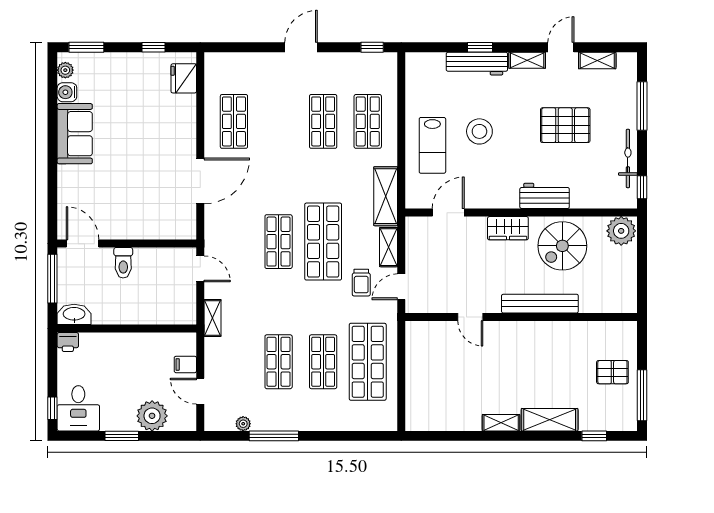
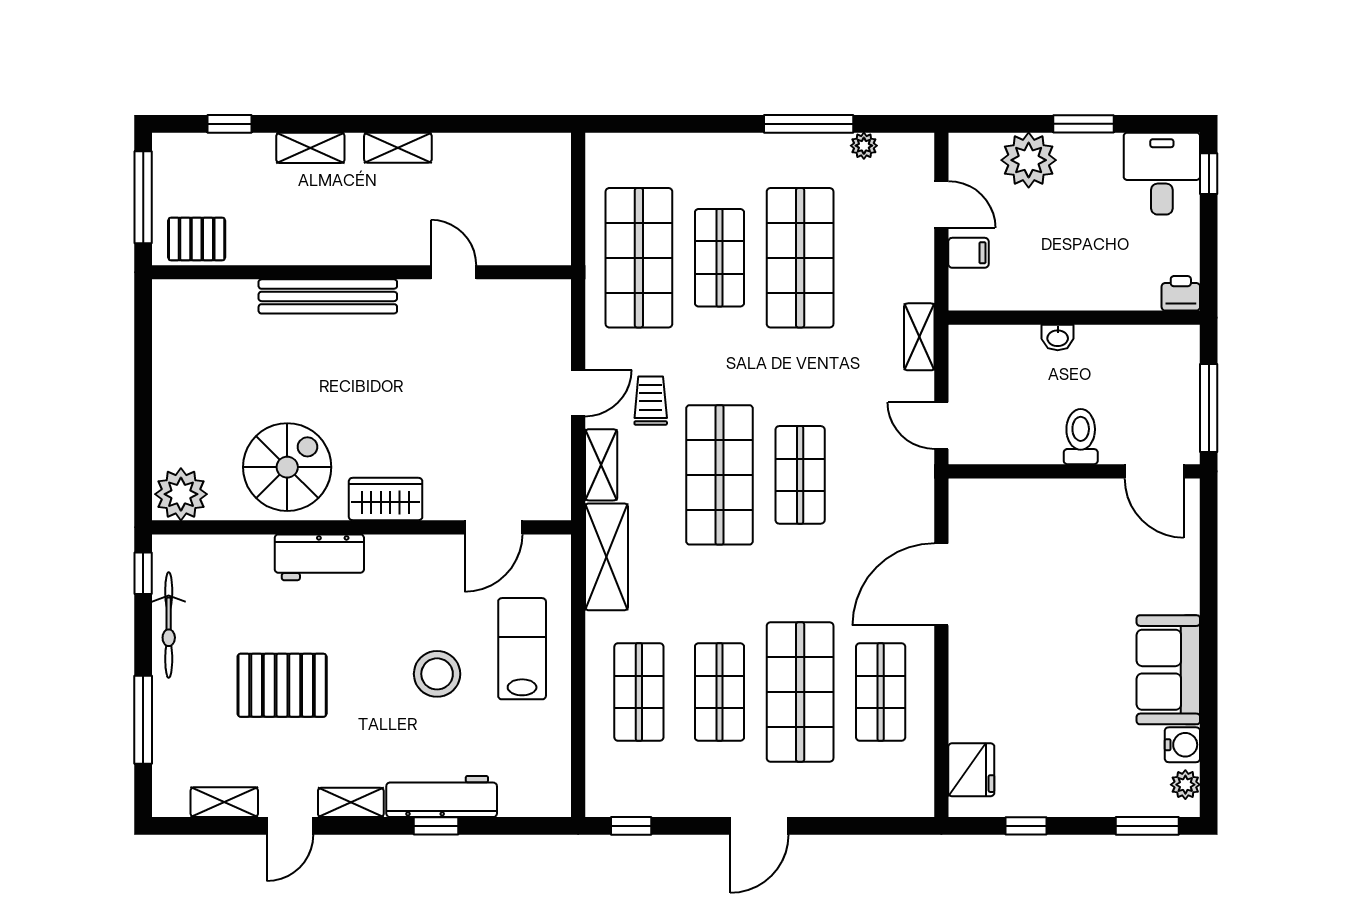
shop shelf: (279, 121) -> (800, 692), added
bench: (540, 304) -> (328, 296), moved
washbasin: (74, 314) -> (1058, 338), moved, width x0.52, depth x0.69
door: (470, 317) -> (454, 272), moved
wall: (521, 317) -> (362, 272), moved
shop shelf: (279, 362) -> (800, 258), width x1.43, depth x1.36
shelving: (550, 420) -> (310, 148), width x0.67, depth x0.75

